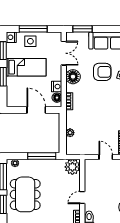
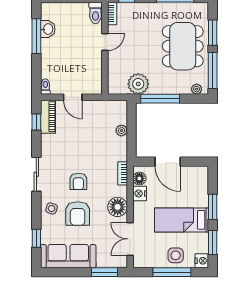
armchair: (102, 72) -> (78, 214), turned -90
armchair: (102, 95) -> (78, 181), added
plant: (72, 167) -> (138, 84), moved

